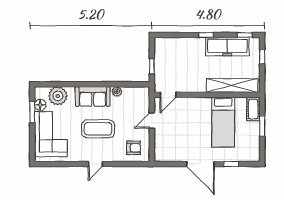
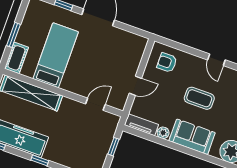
tv unit: (136, 92) -> (141, 125), added
door: (168, 95) -> (95, 104), moved
coffee table: (98, 129) -> (199, 98), width x0.73, depth x0.76
door: (95, 164) -> (216, 60), swing flipped

